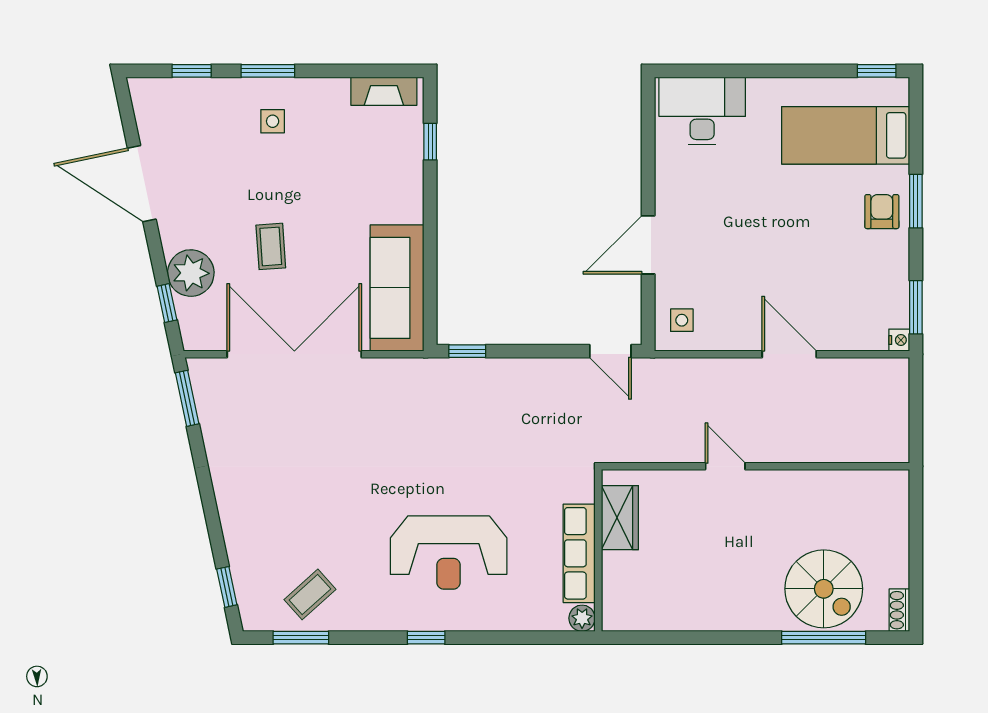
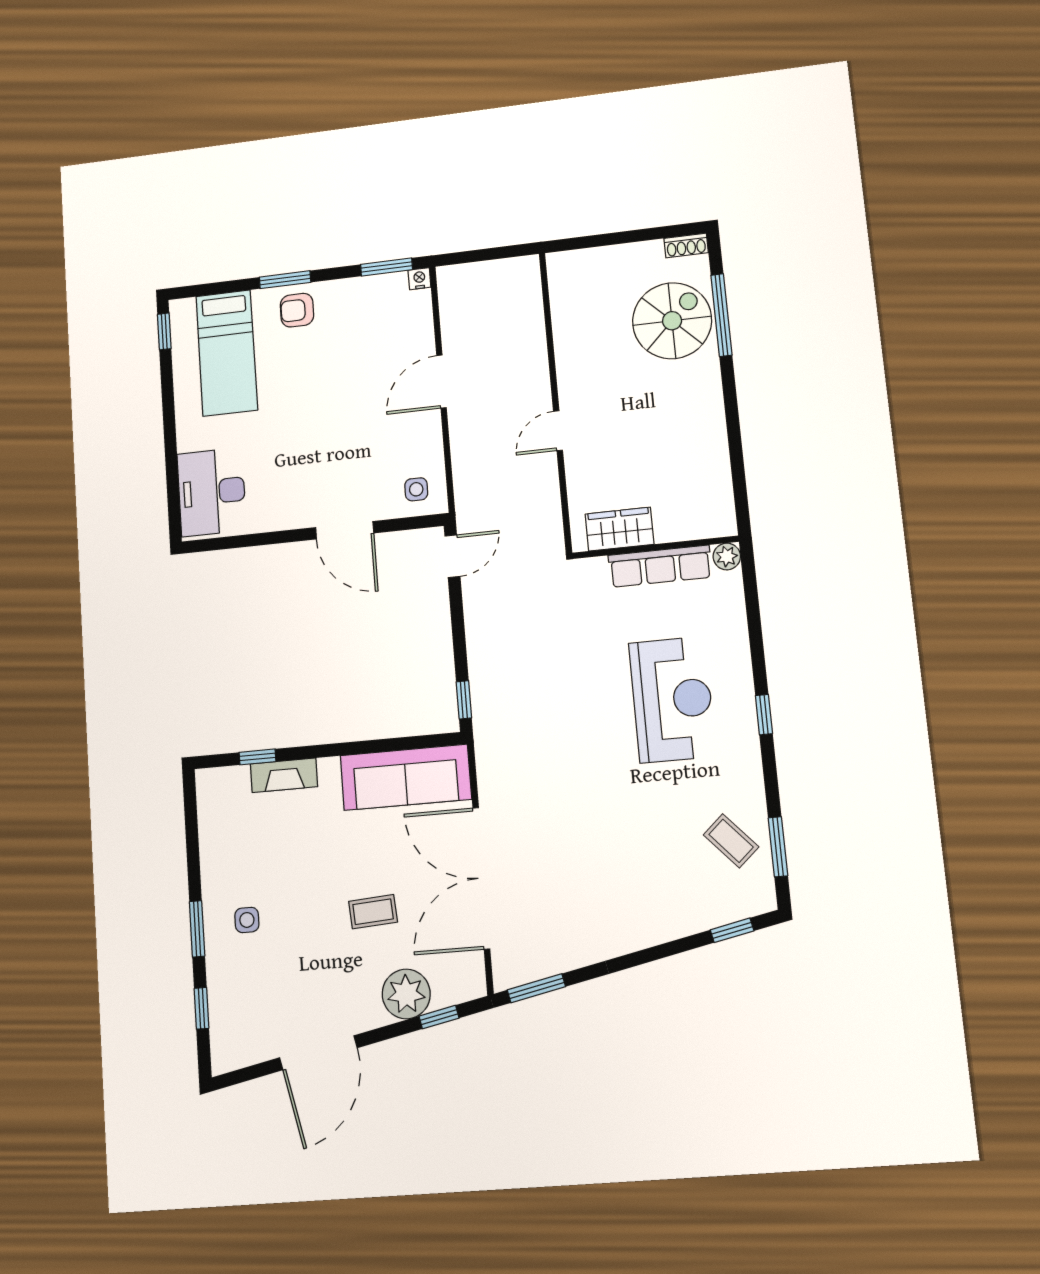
fireplace: (384, 91) -> (284, 775), moved, turned 90

